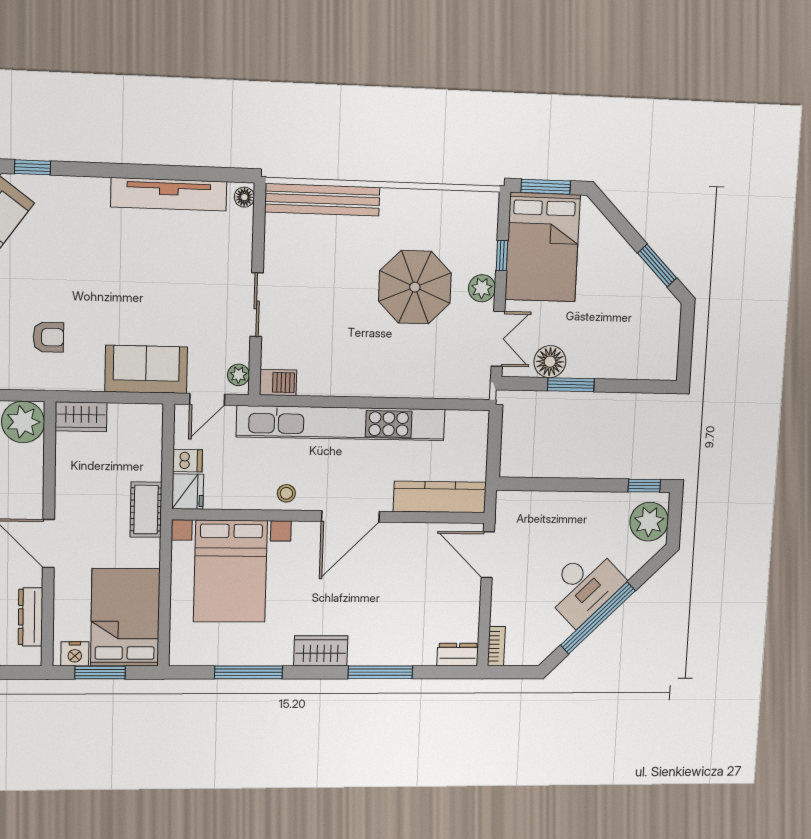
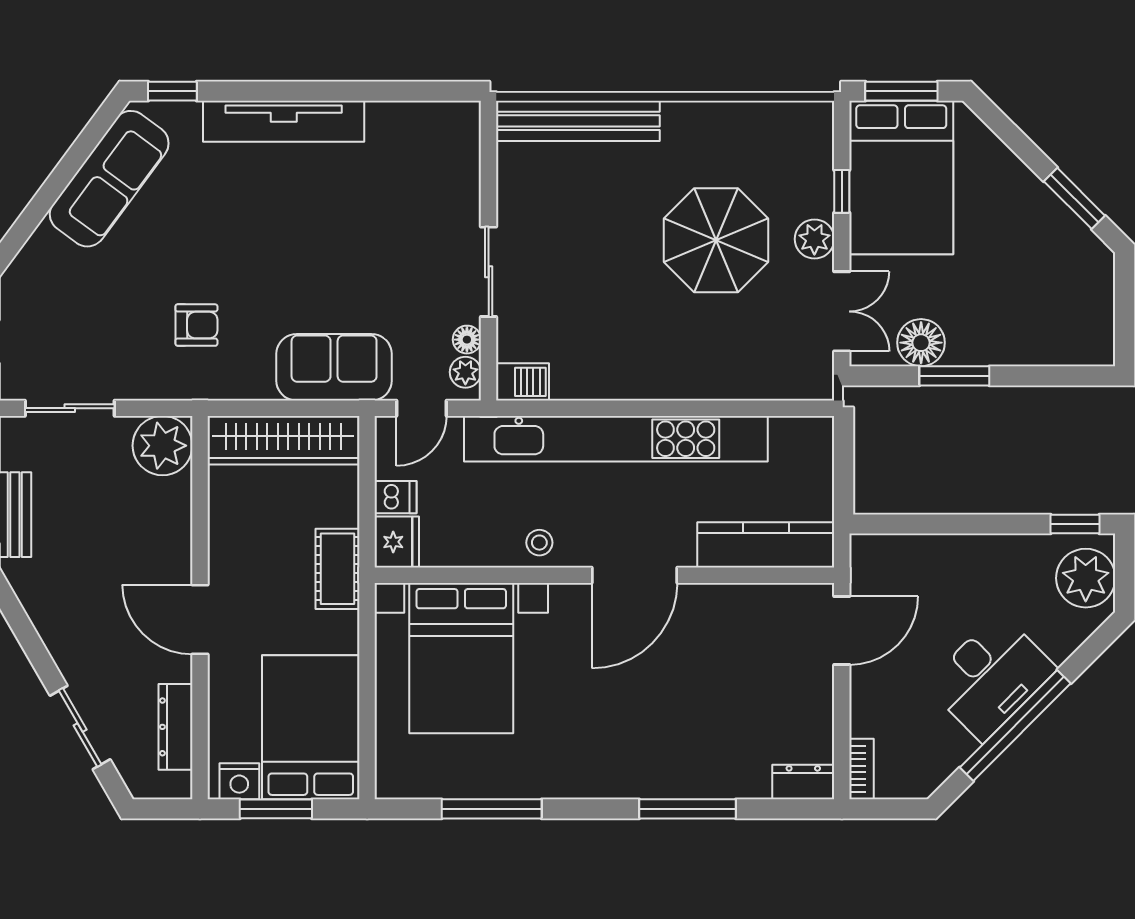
tv unit: (169, 194) -> (284, 121), moved
floor lamp: (244, 197) -> (467, 340), moved
wardrobe: (81, 417) -> (283, 440), width x2.10, depth x1.17
door: (488, 555) -> (842, 630), swing flipped
wardrobe: (321, 651) -> (597, 776), removed

